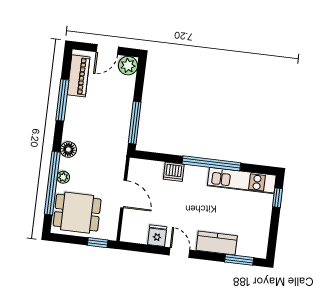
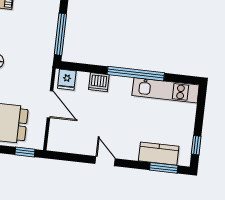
window: (277, 198) -> (196, 145), moved
fridge: (157, 236) -> (67, 80), moved, turned 180
kitchen counter: (217, 243) -> (159, 154), moved

